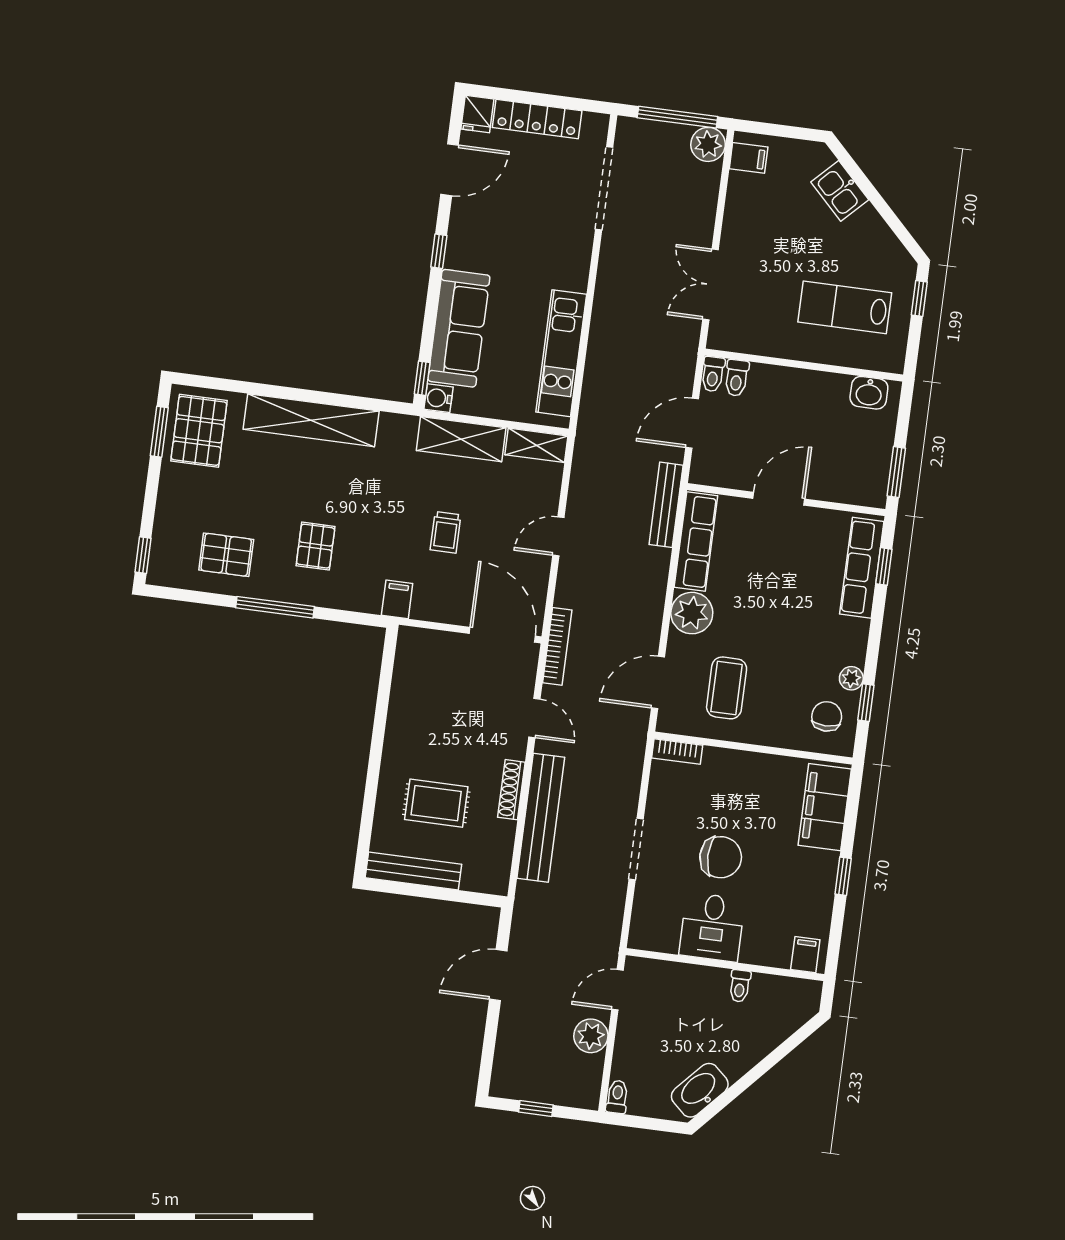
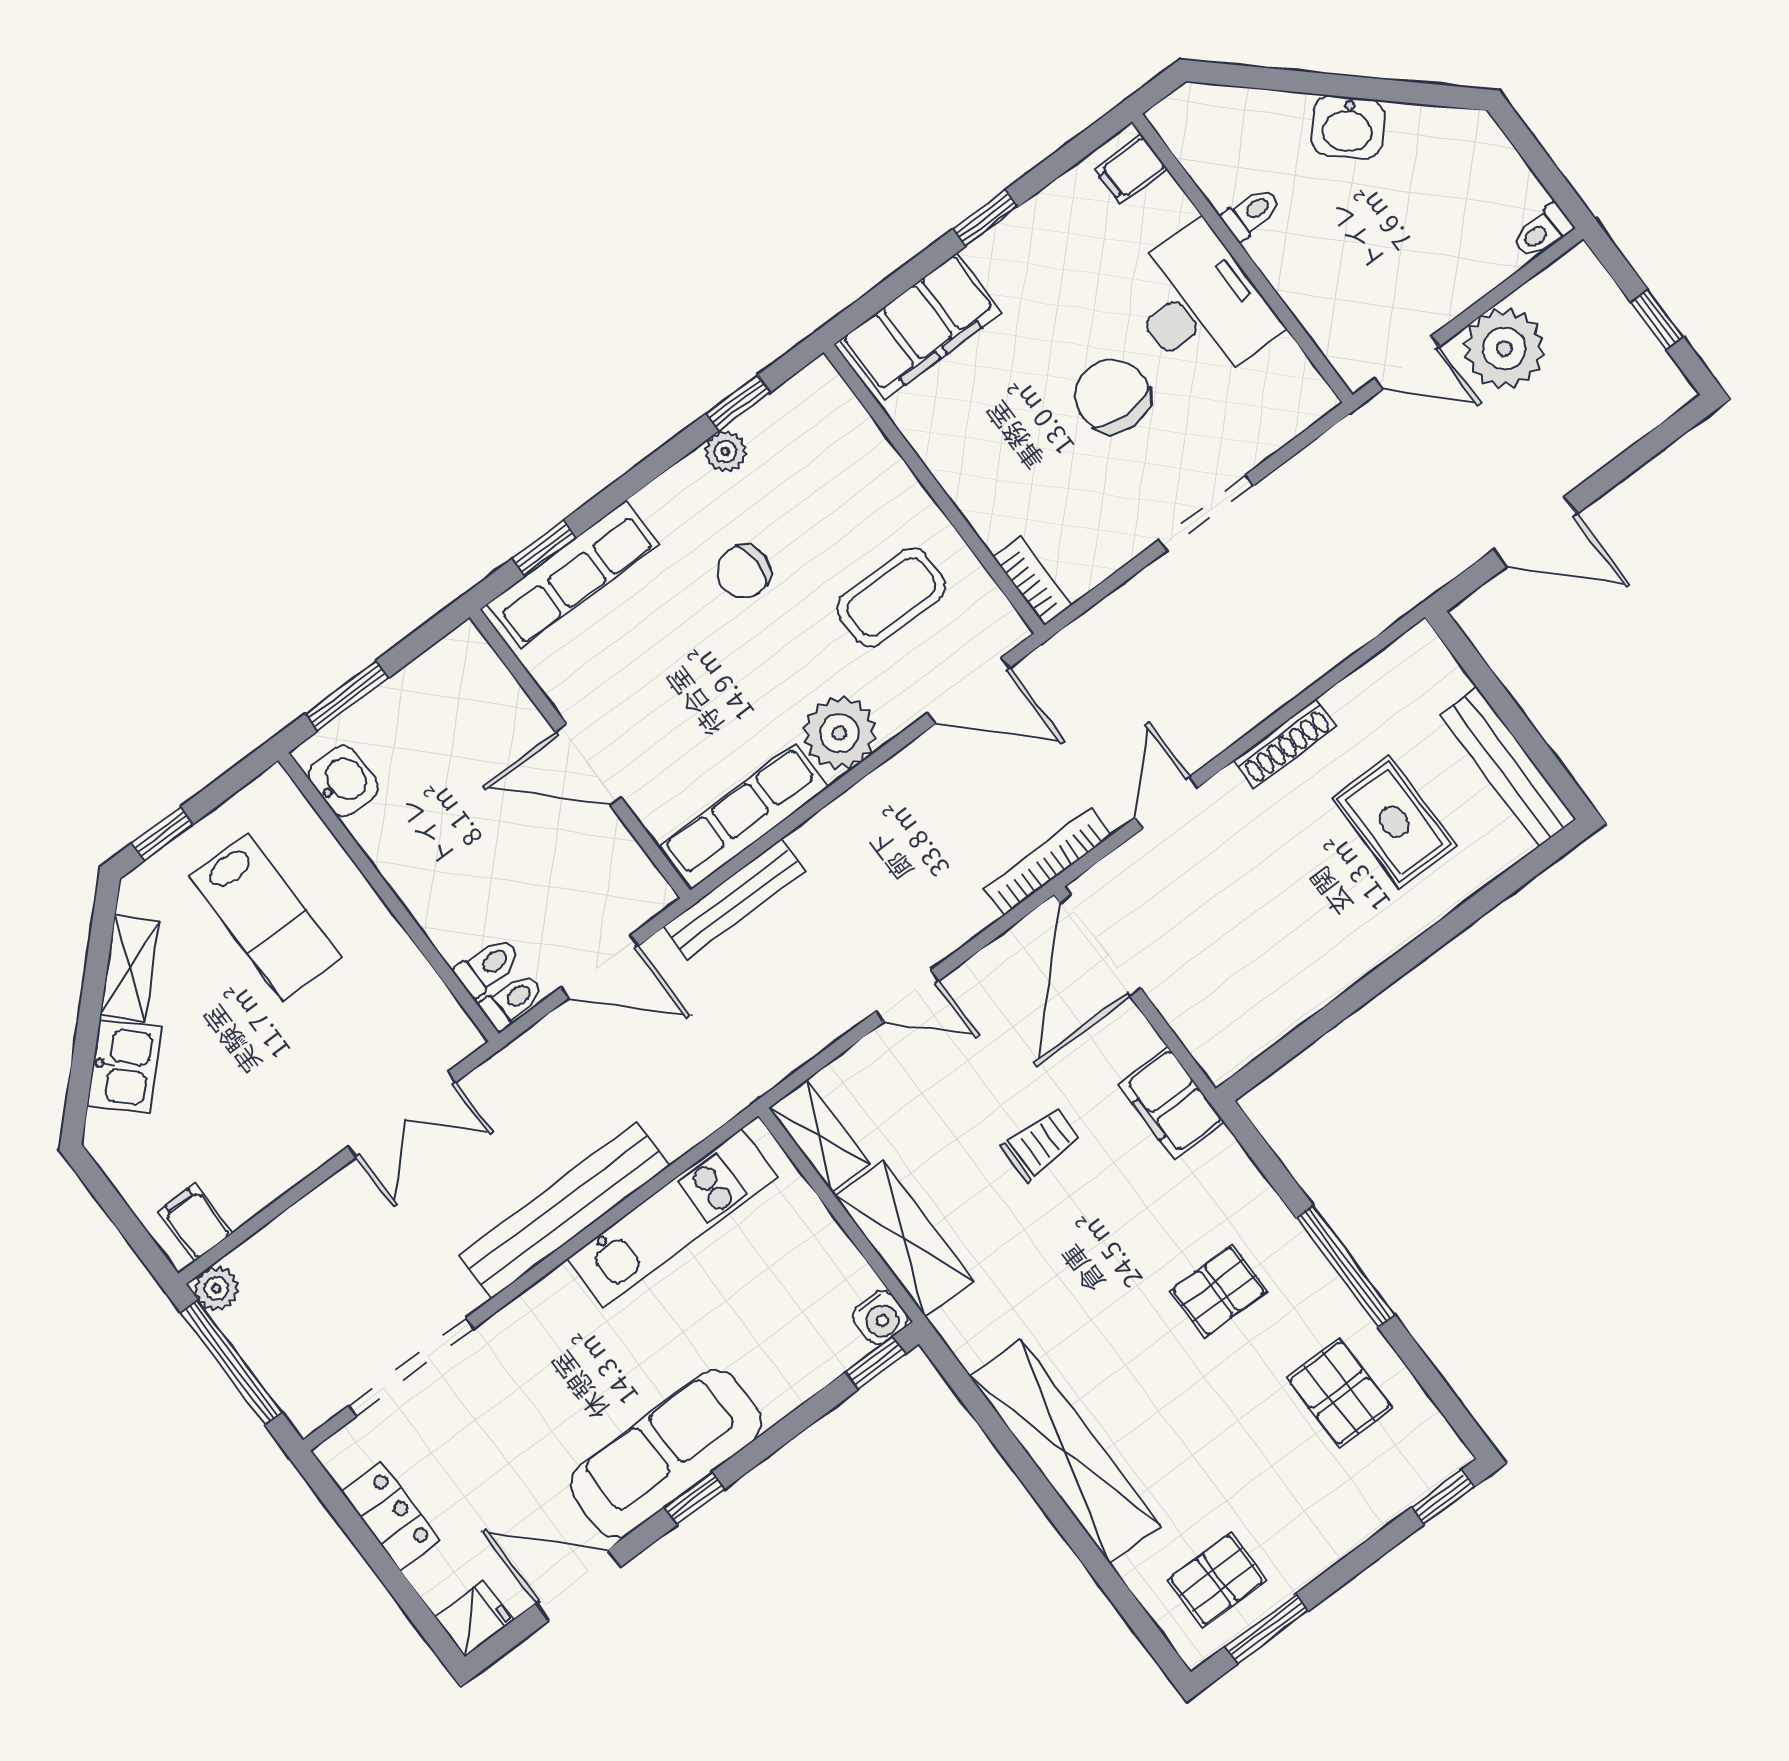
locker: (537, 119) -> (391, 1516), width x0.66
plant: (708, 144) -> (216, 1288), width x0.73, depth x0.73
shelving: (878, 232) -> (130, 968), added
sofa: (459, 328) -> (666, 1454), moved
pallet: (199, 431) -> (1217, 1580), width x0.67, depth x0.71
window: (896, 472) -> (347, 696), moved
filing cabinet: (397, 599) -> (1171, 1103), width x2.00
chair: (827, 716) -> (744, 572), moved
bench: (541, 818) -> (564, 1210), moved
desk: (712, 927) -> (1199, 305), width x1.37
plant: (591, 1036) -> (1504, 348), width x1.36, depth x1.36
washbasin: (700, 1090) -> (1348, 127), moved, width x0.72

